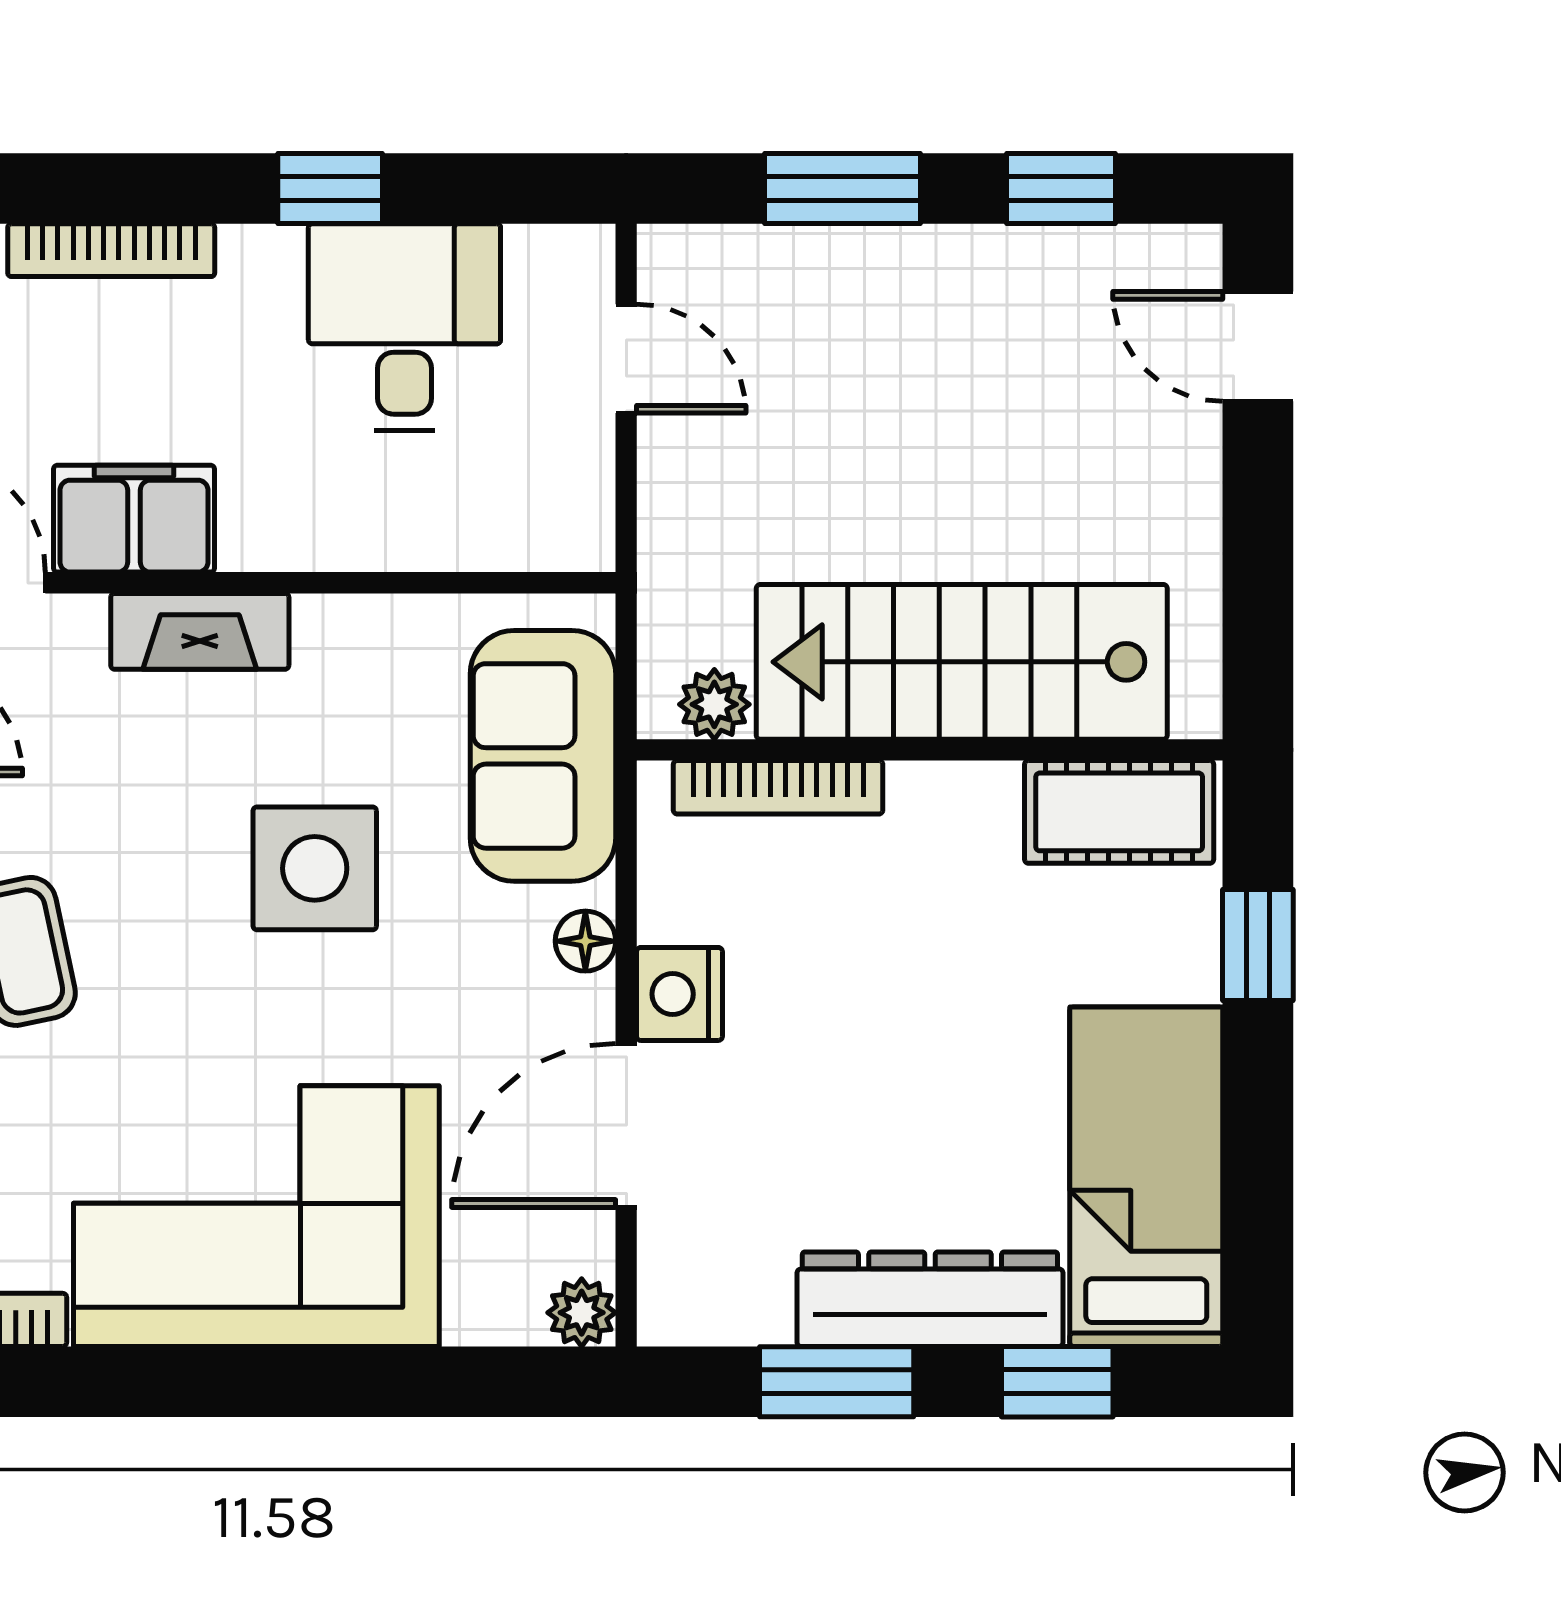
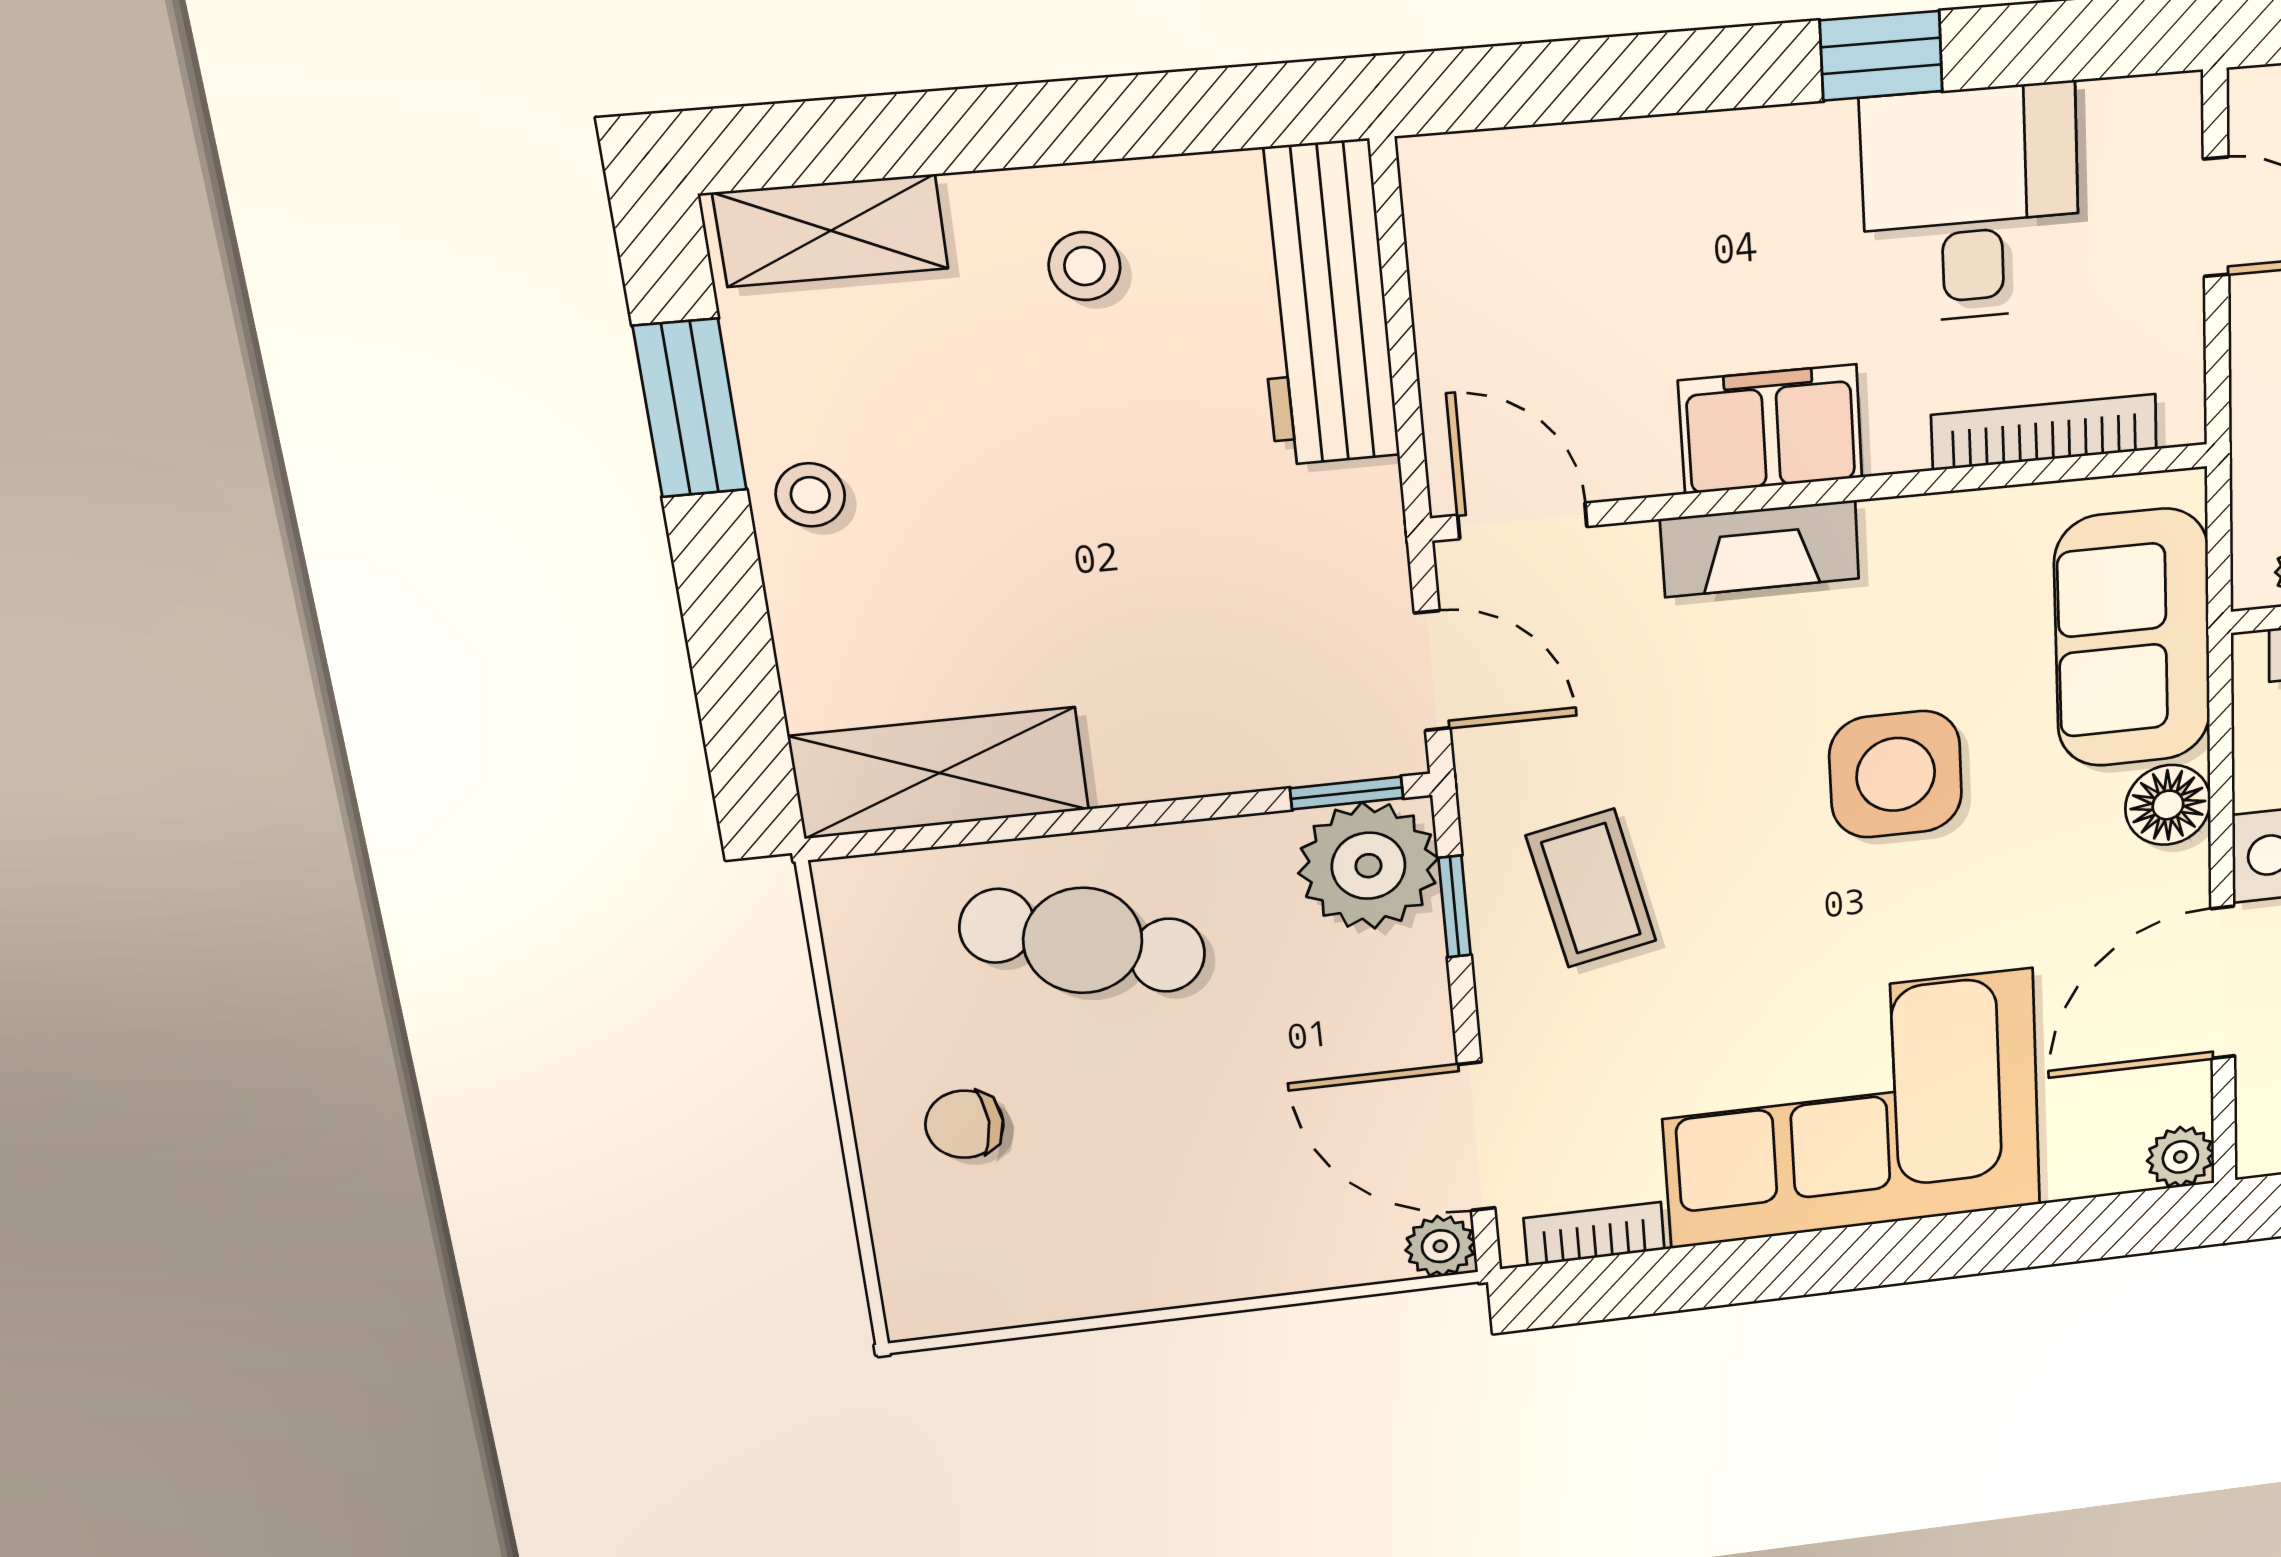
bookcase: (111, 250) -> (2044, 432), moved, turned 180
filing cabinet: (134, 519) -> (1771, 429), moved
floor lamp: (585, 941) -> (2168, 805), width x1.37, depth x1.37

